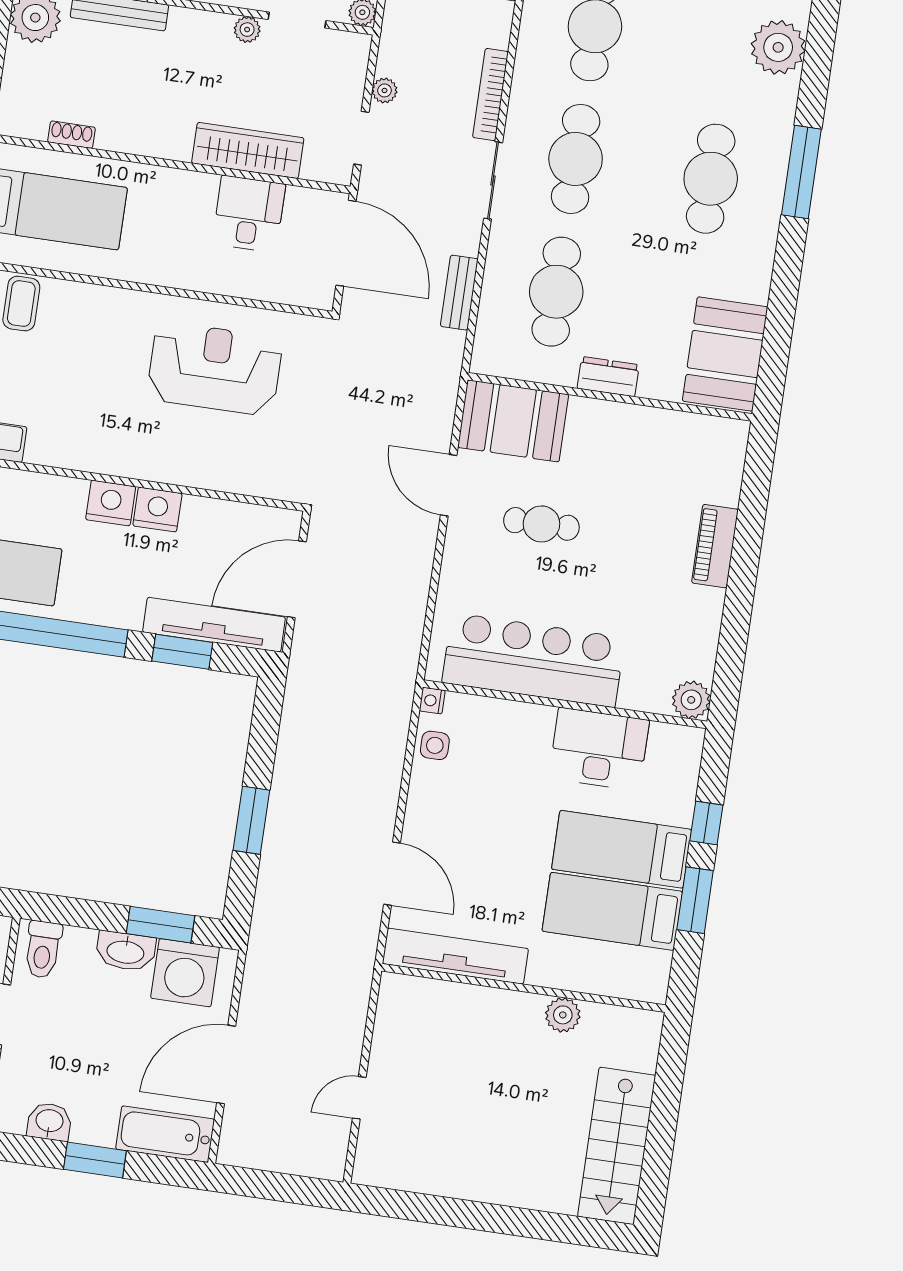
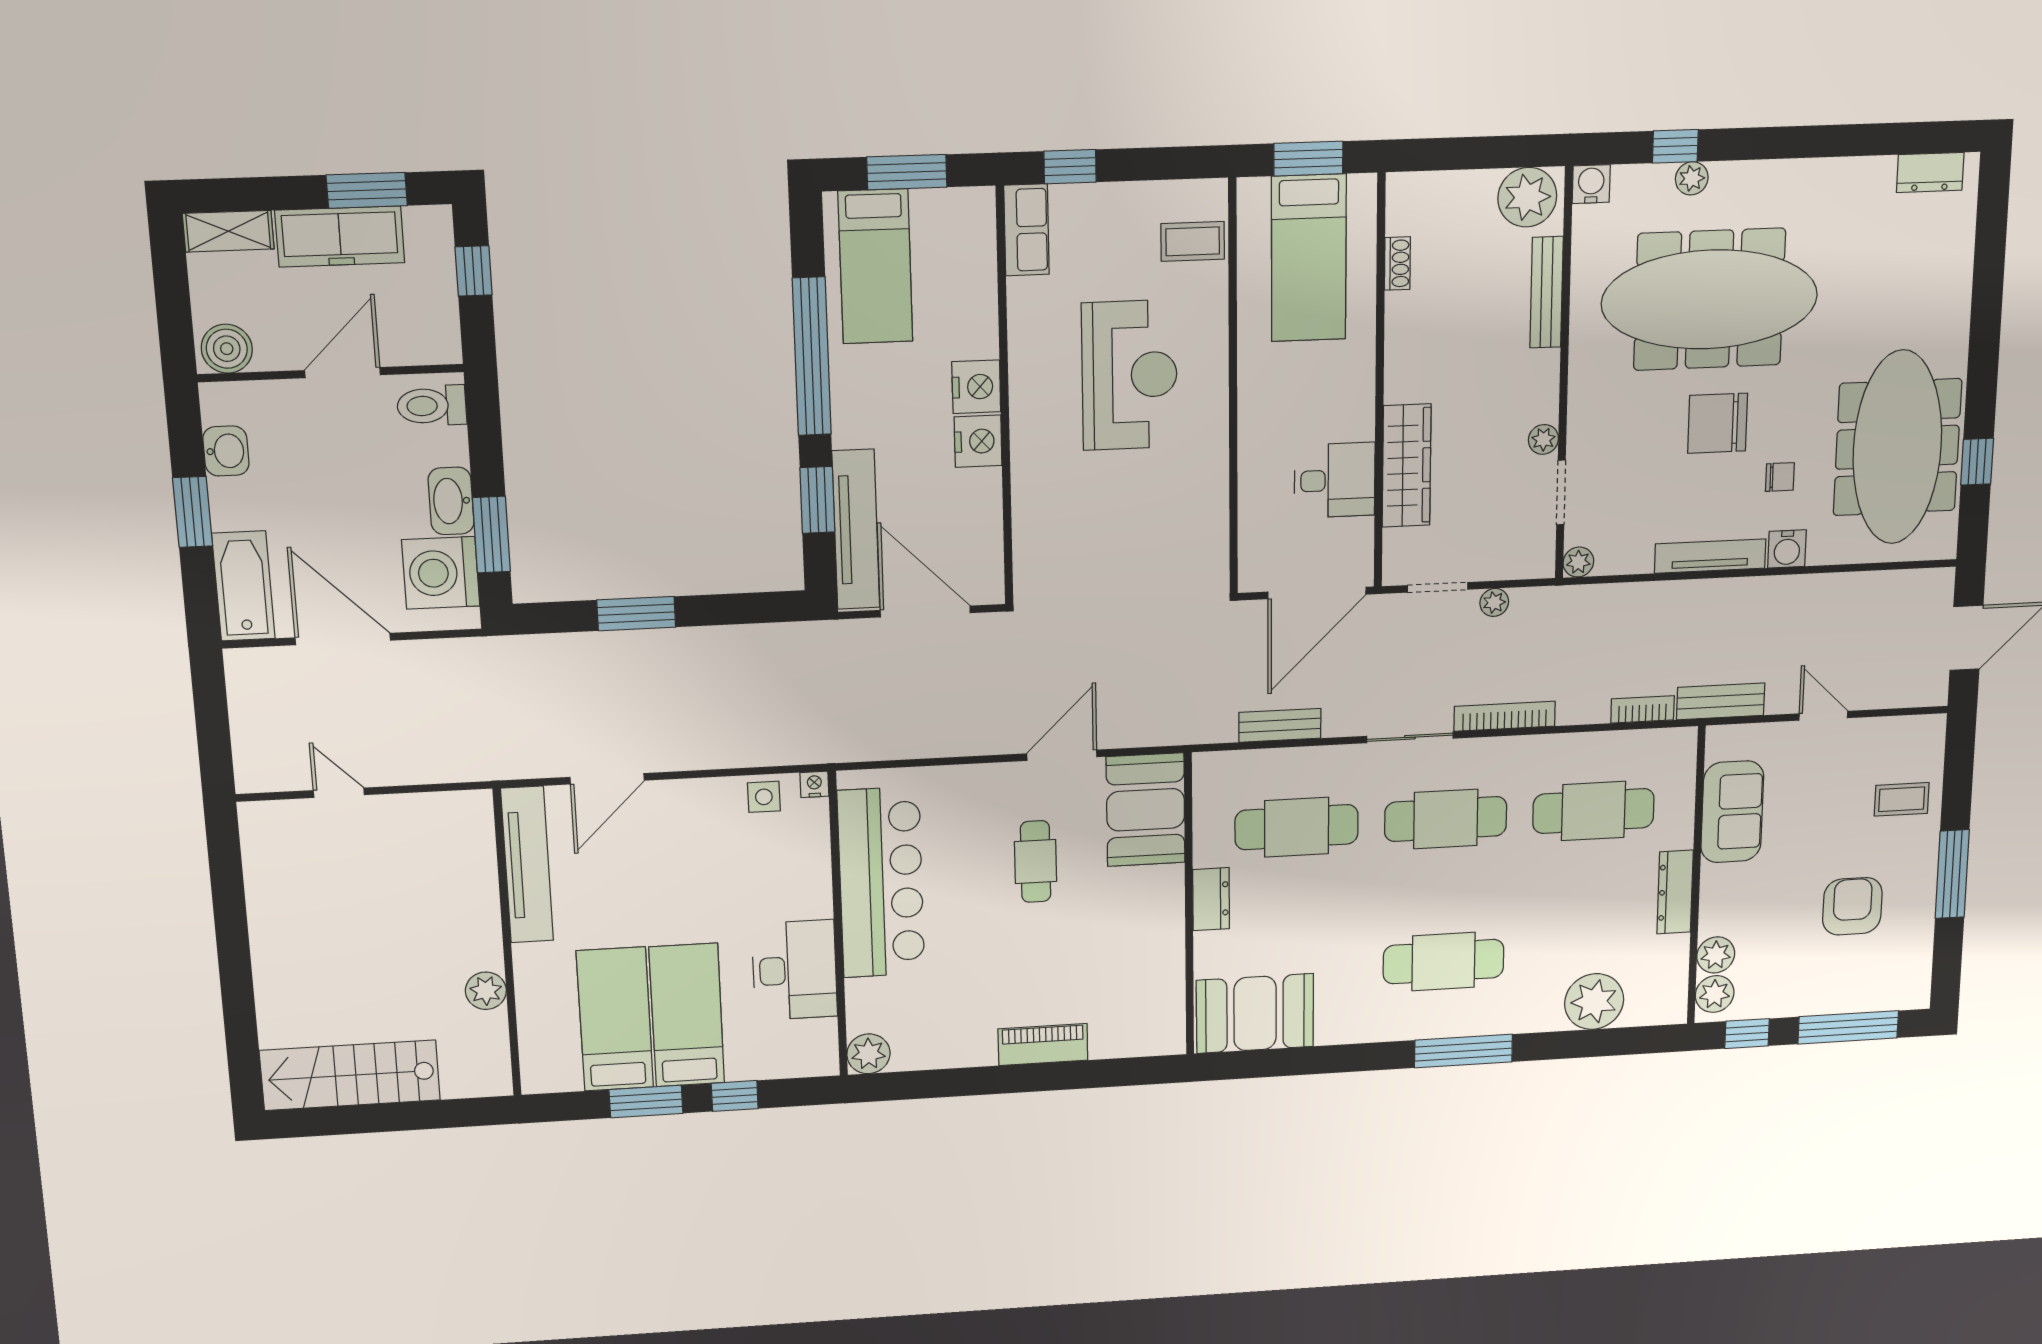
reception desk: (215, 369) -> (1129, 375), moved

